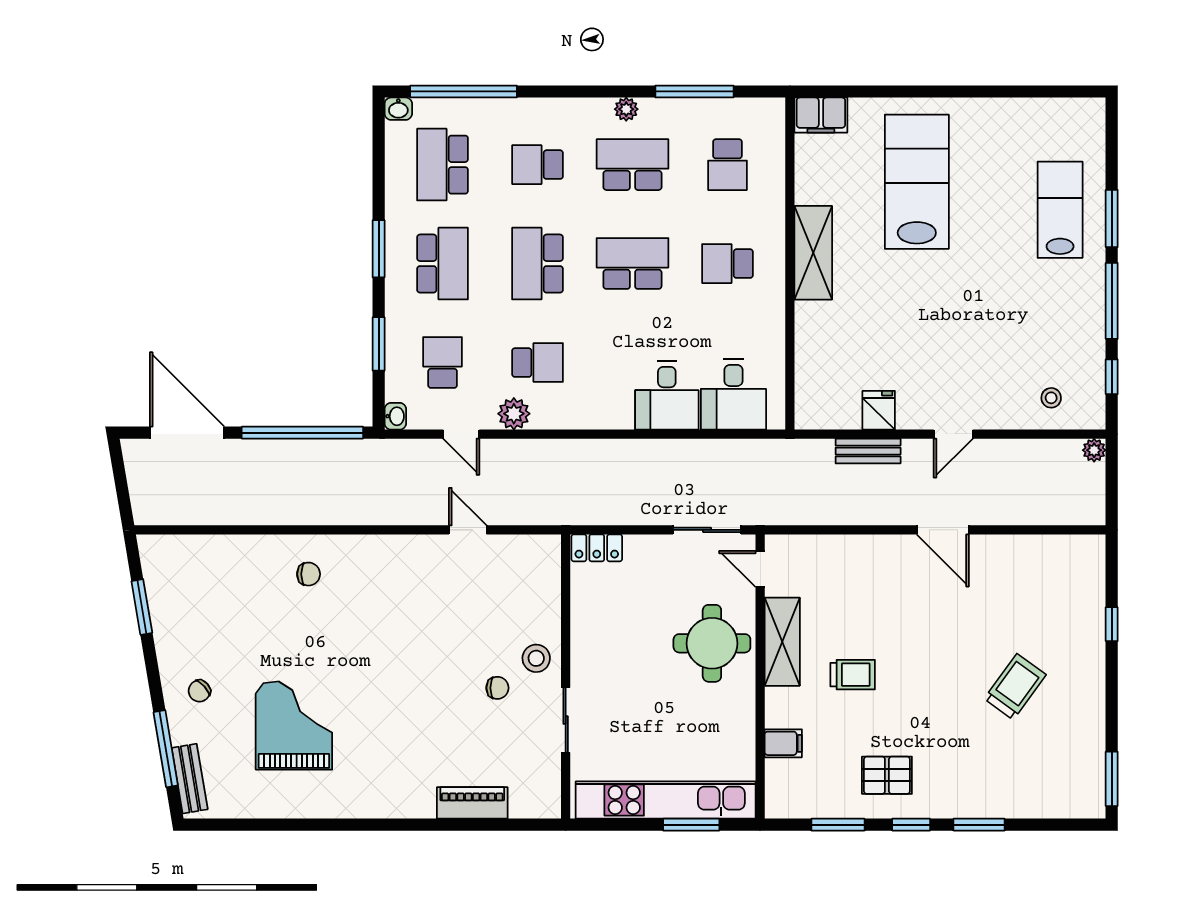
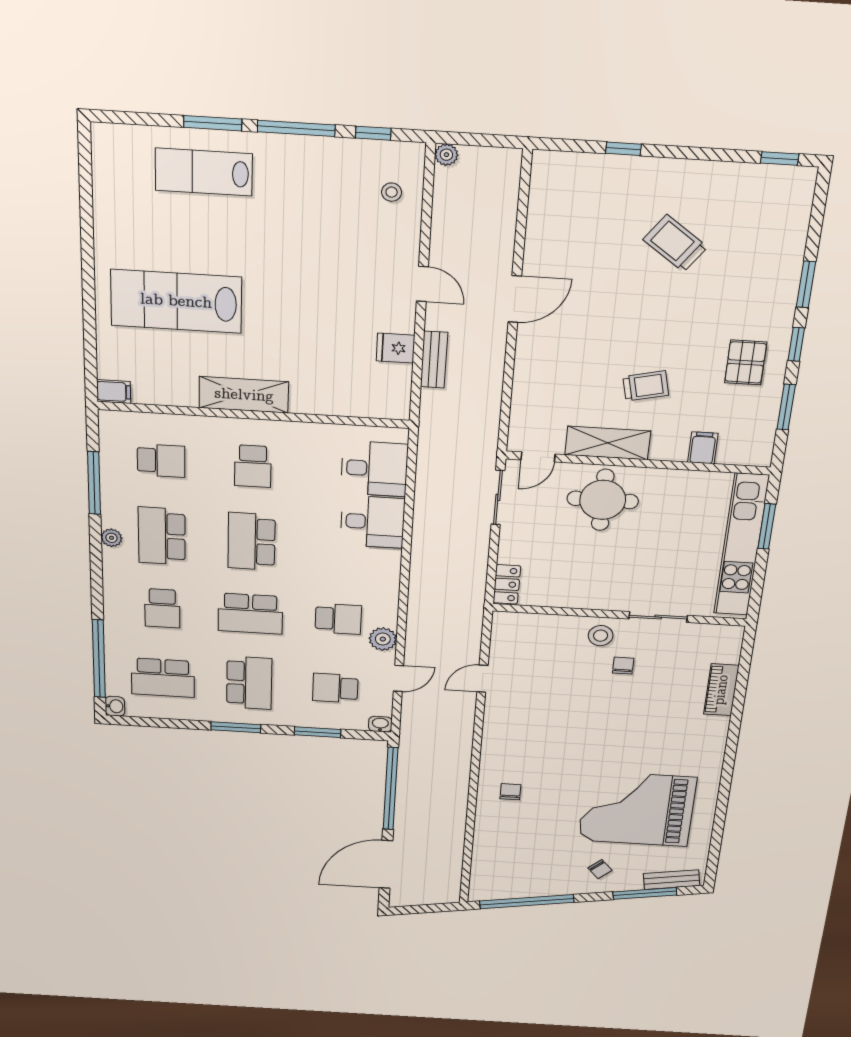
filing cabinet: (821, 115) -> (114, 392), width x0.50
school desk: (443, 264) -> (249, 683), turned 90
school desk: (538, 363) -> (338, 619), turned 90
window: (142, 607) -> (527, 902), width x2.11
trolley: (853, 675) -> (646, 386), turned 77
grand piano: (294, 726) -> (637, 809), width x1.37, depth x1.48
window: (1112, 779) -> (780, 158), width x0.67

